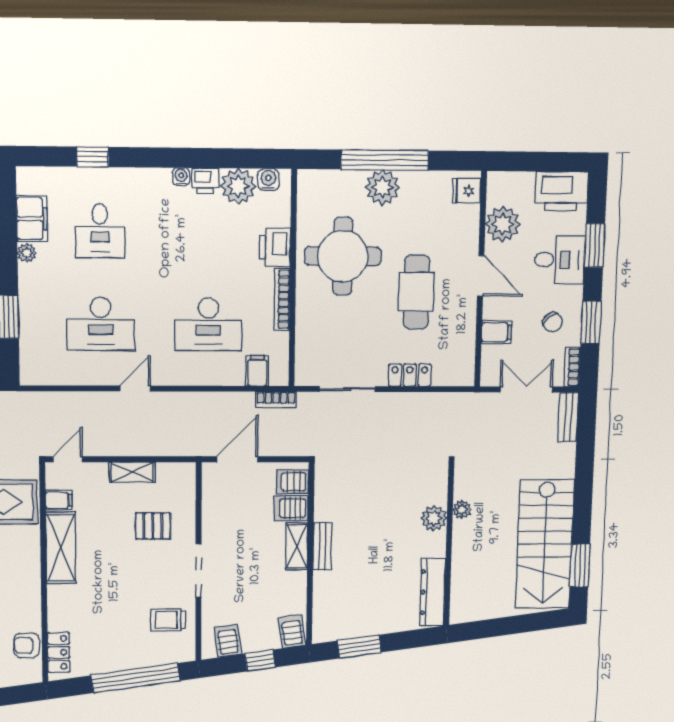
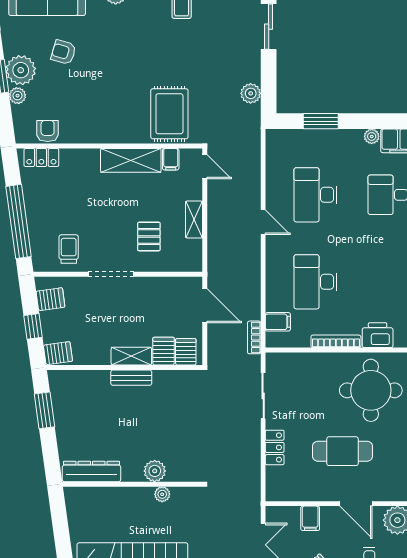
door: (481, 276) -> (356, 504), hinge flipped

